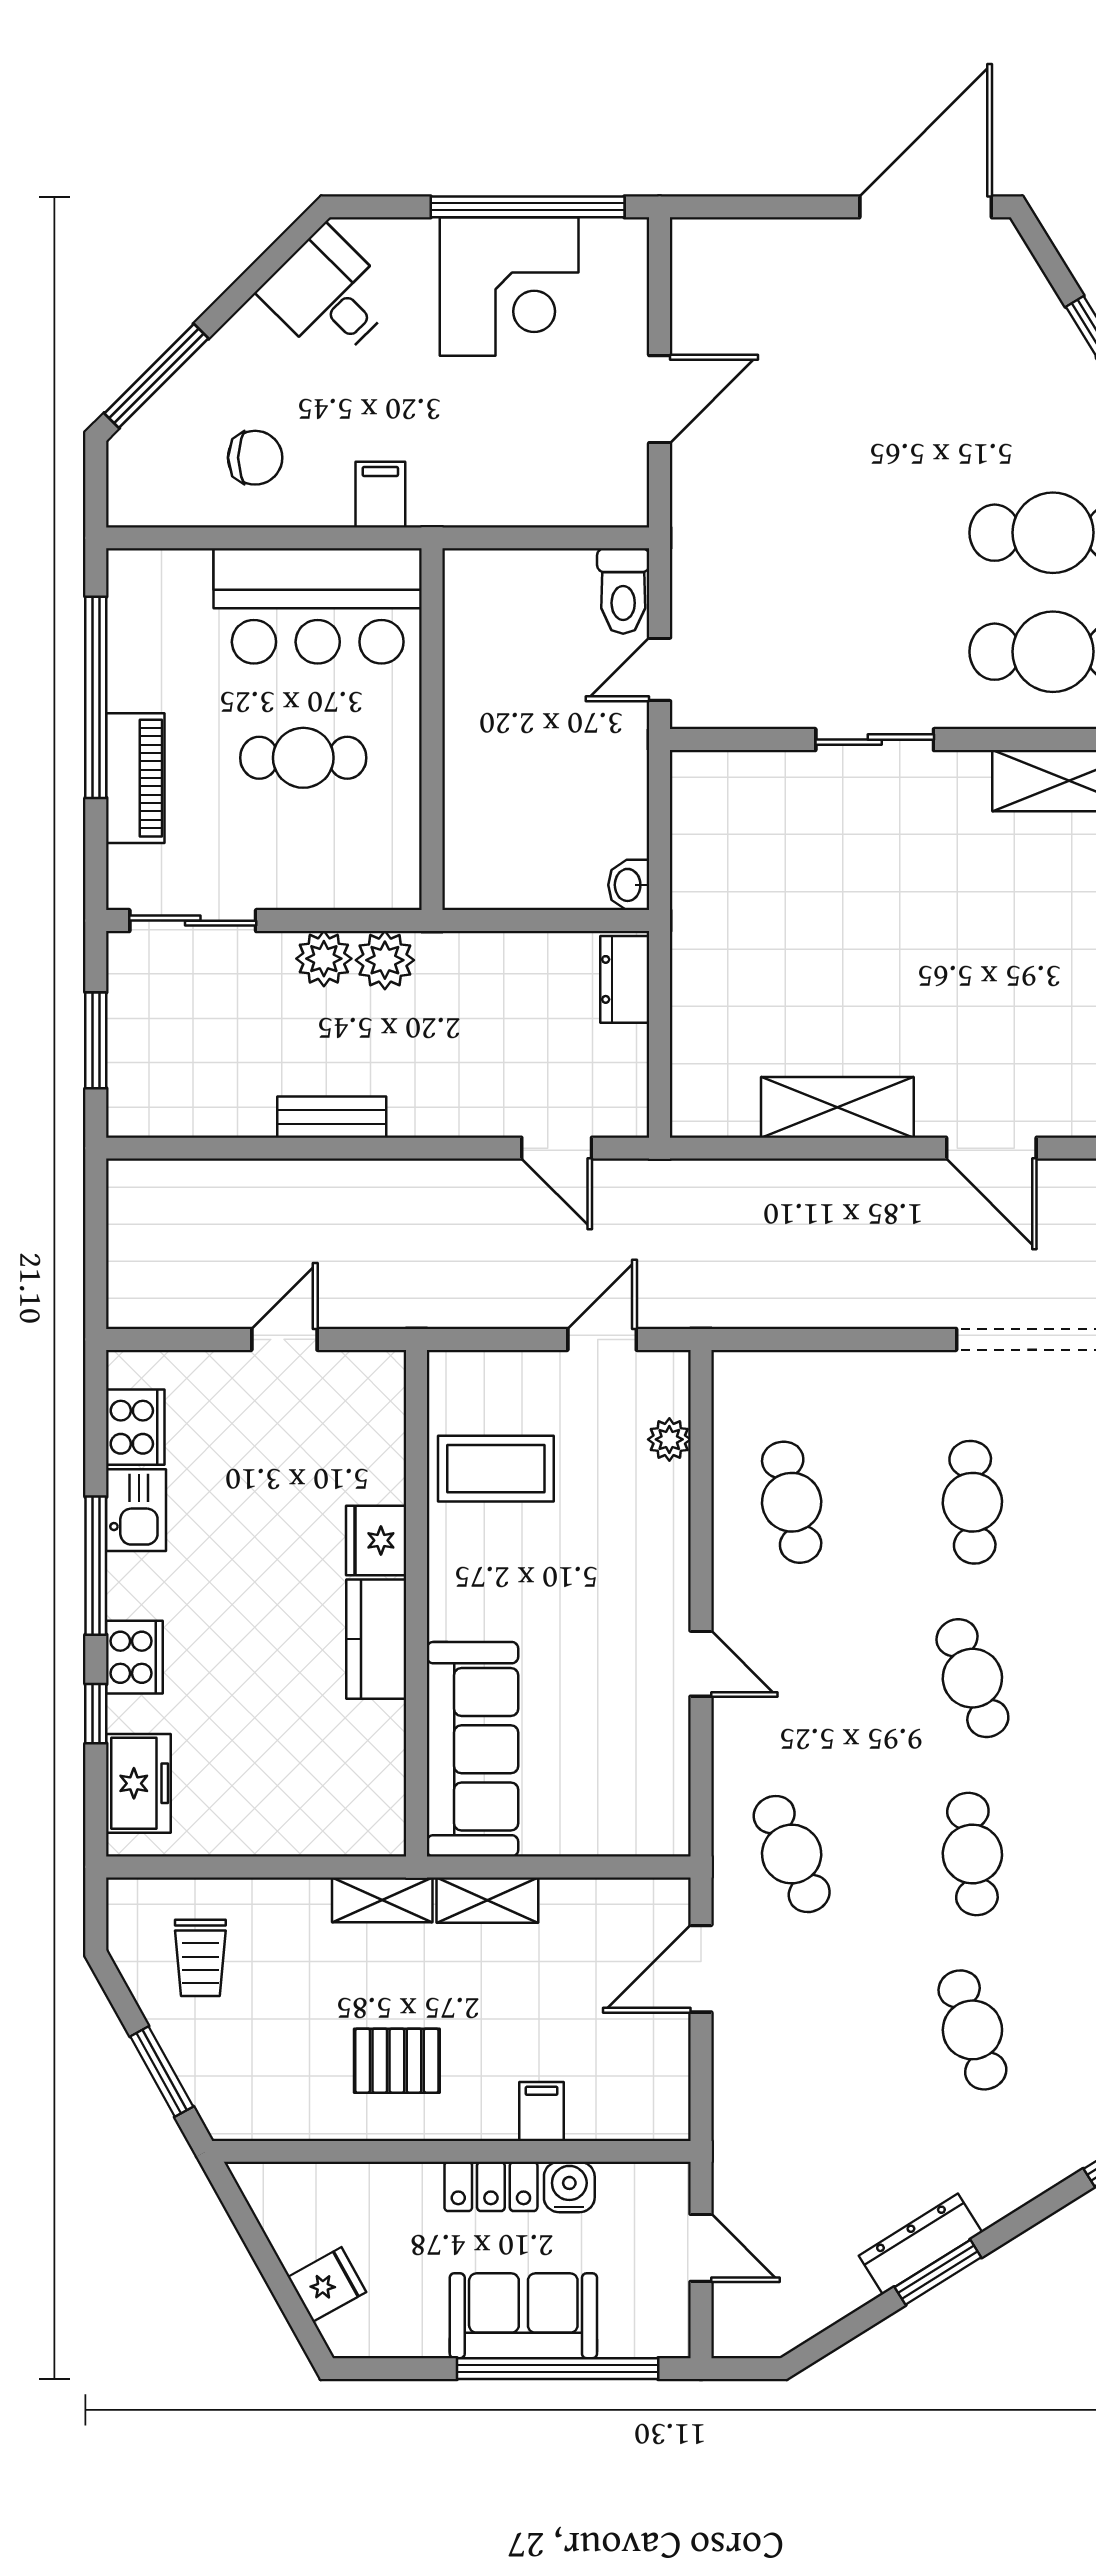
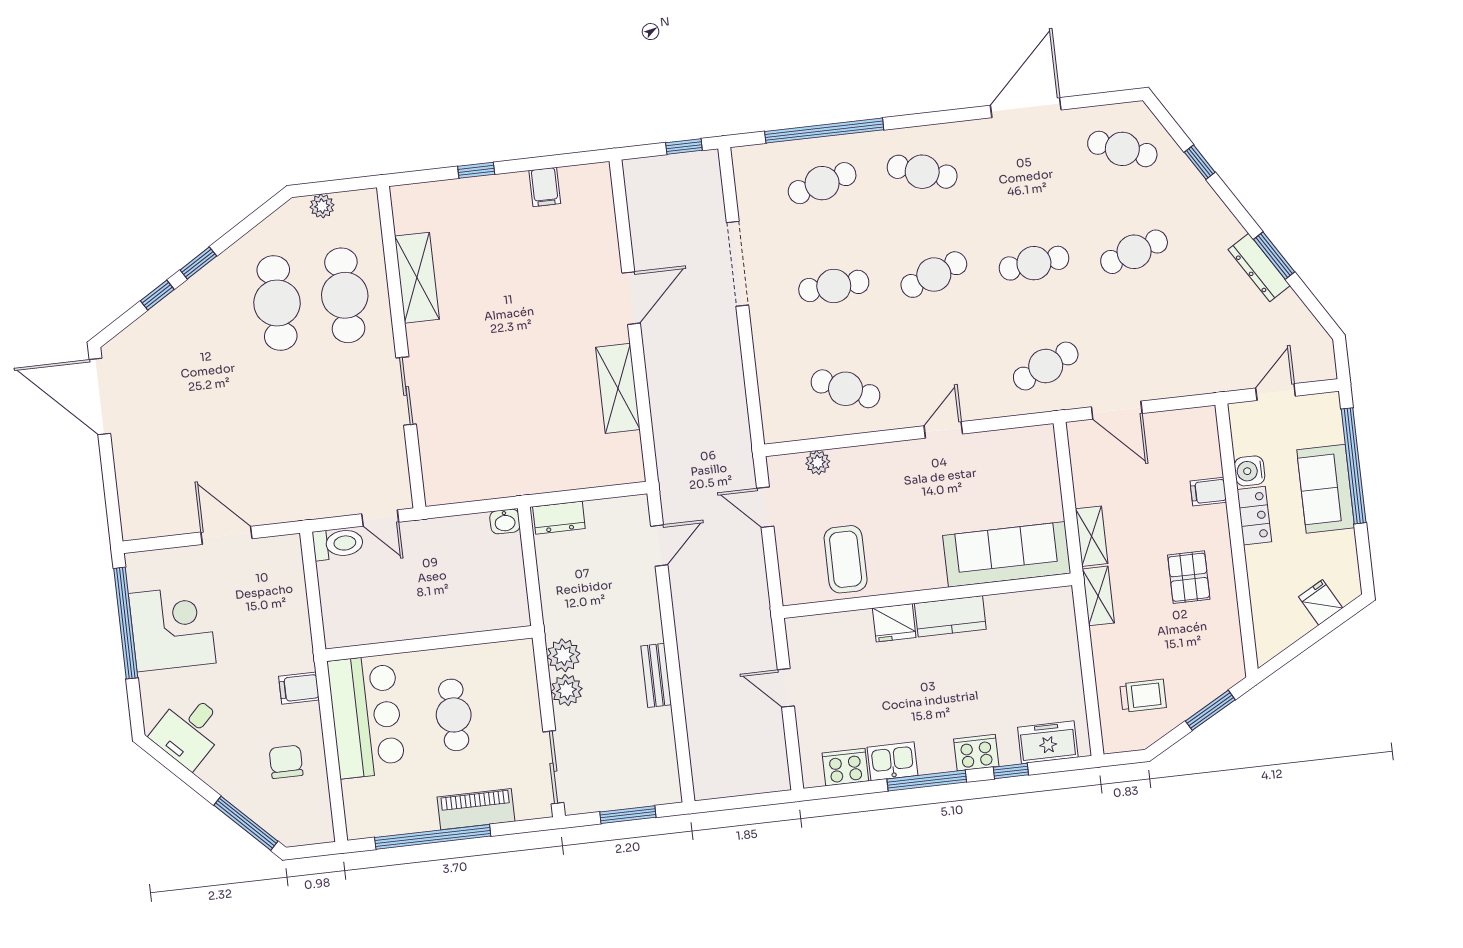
cafe table: (792, 1502) -> (846, 389), turned 36

